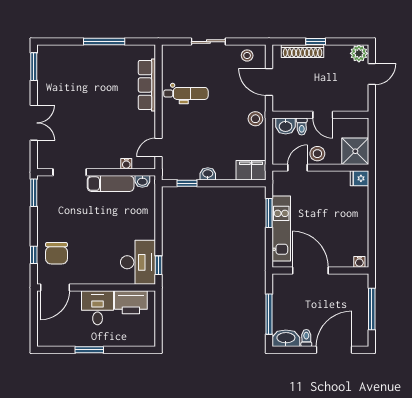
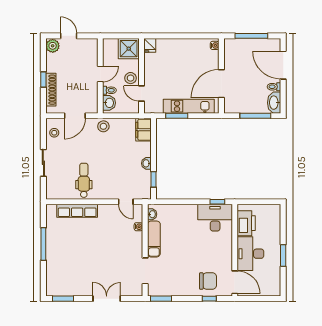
desk: (98, 308) -> (250, 254), width x1.37

